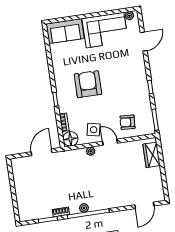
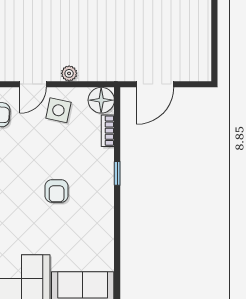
armchair: (88, 84) -> (57, 191), width x0.53, depth x0.53
door: (110, 142) -> (33, 84), hinge flipped

